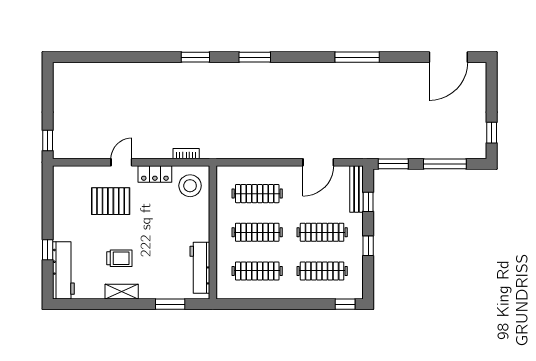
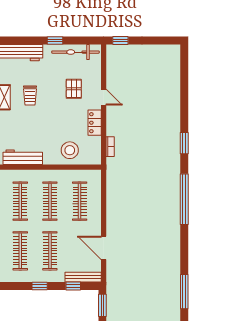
window: (195, 57) -> (184, 143), moved
window: (255, 57) -> (184, 199), width x2.11
window: (357, 57) -> (184, 292), moved
stool: (190, 186) -> (70, 150), moved
bicycle: (63, 199) -> (75, 52), added
pallet: (111, 201) -> (74, 89), width x0.67, depth x0.71
window: (48, 250) -> (55, 41), moved

